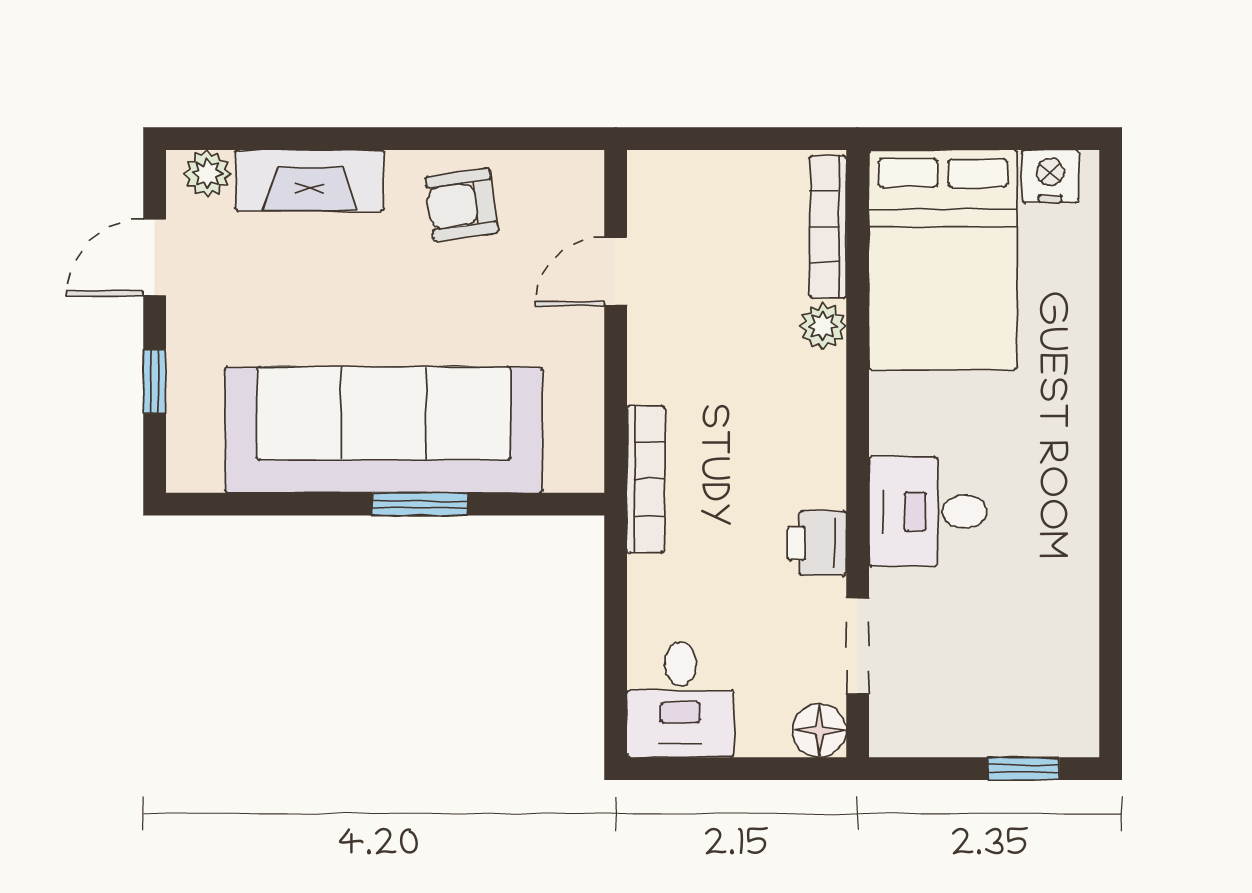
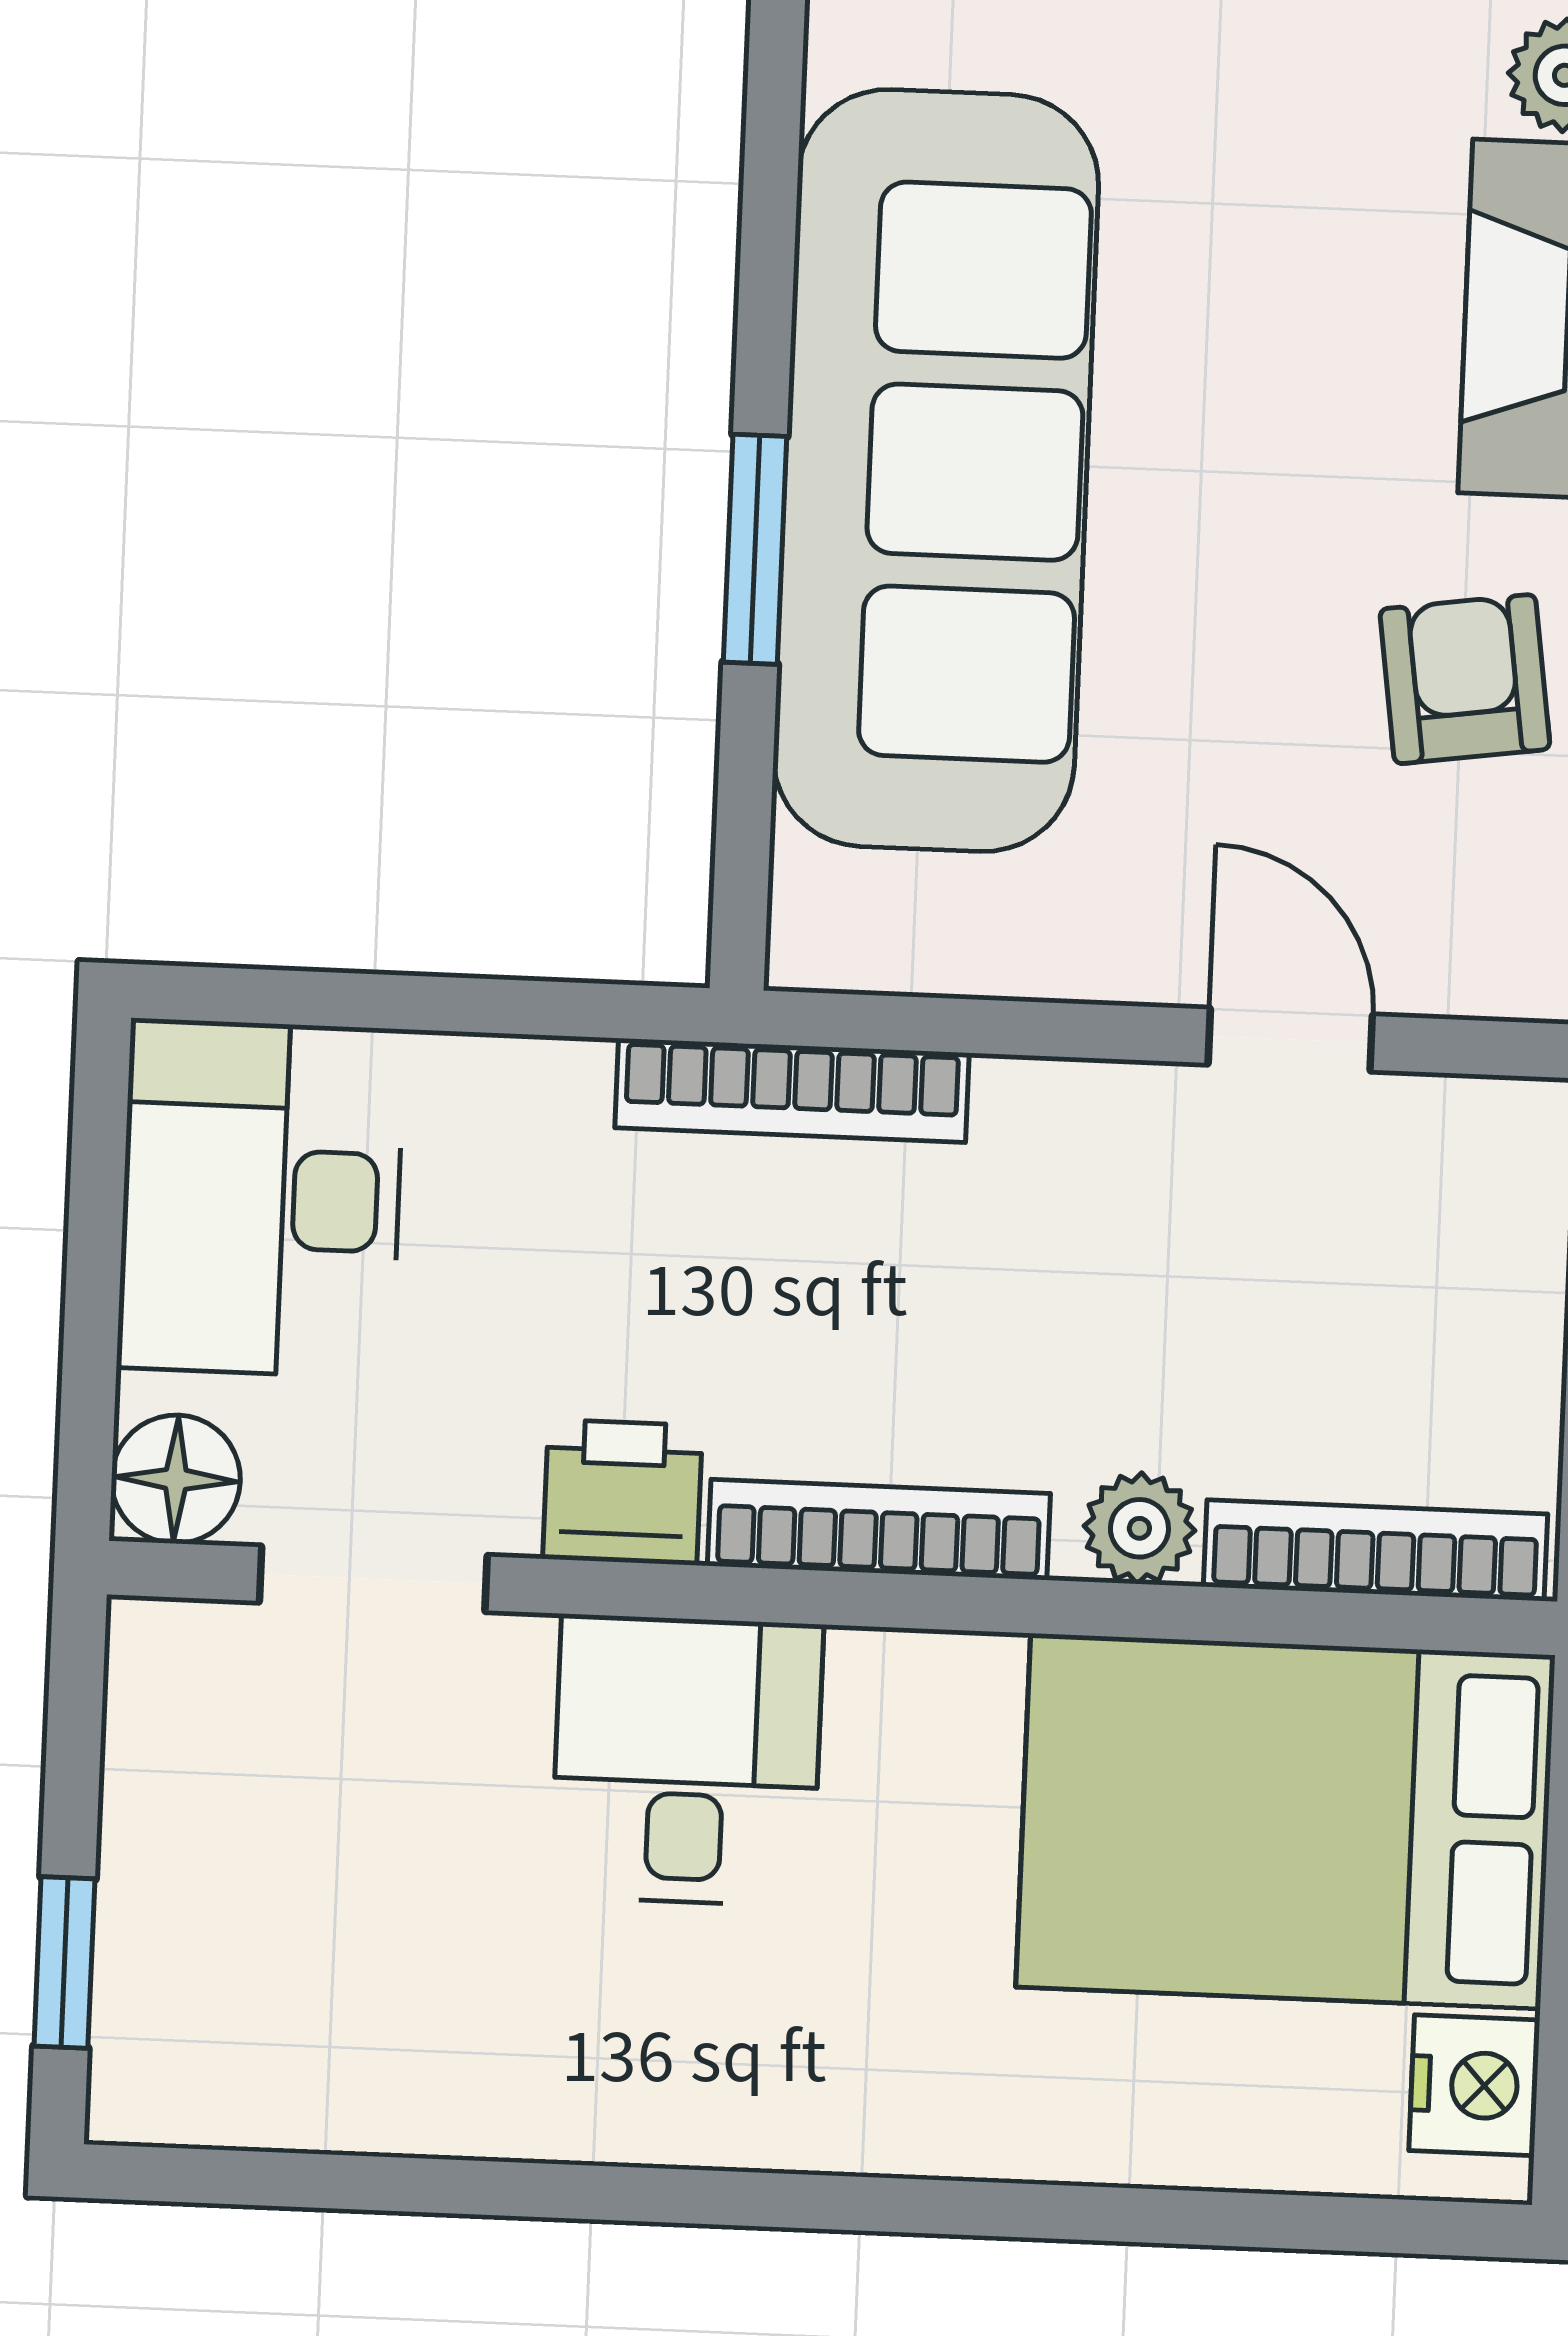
bookcase: (828, 435) -> (879, 1530), added
desk: (680, 700) -> (261, 1198), width x1.37

